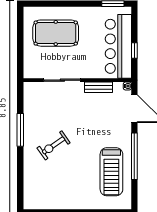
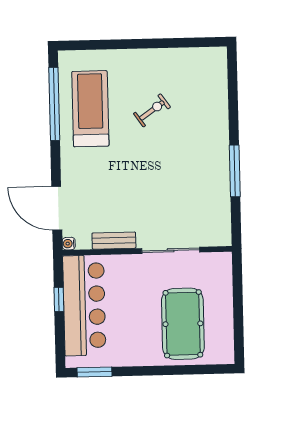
pool table: (56, 33) -> (183, 324), turned 90
exercise bike: (54, 145) -> (152, 110), moved, width x0.73, depth x0.72
window: (134, 156) -> (54, 104), moved

